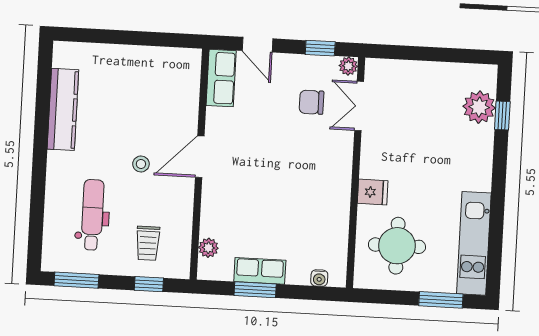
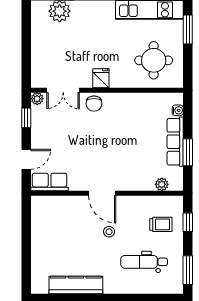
chair: (312, 102) -> (94, 104), moved
fridge: (373, 192) -> (101, 78), moved
row of seats: (260, 271) -> (175, 142), width x1.48

